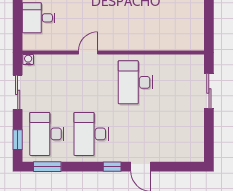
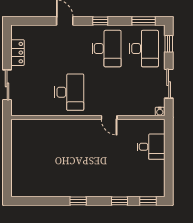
door: (88, 52) -> (109, 117), hinge flipped
locker: (196, 129) -> (18, 53), added
window: (112, 167) -> (100, 21), moved

